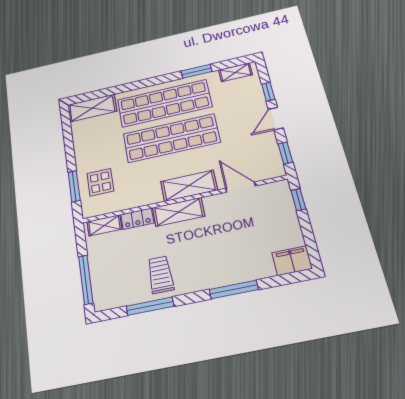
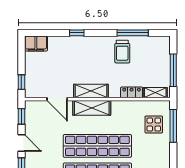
door: (276, 119) -> (21, 143), hinge flipped
window: (74, 186) -> (173, 126), width x1.44
shelving: (179, 212) -> (91, 91), moved
window: (86, 280) -> (173, 70), moved
window: (234, 289) -> (77, 33), width x0.46

